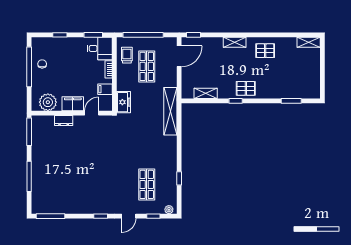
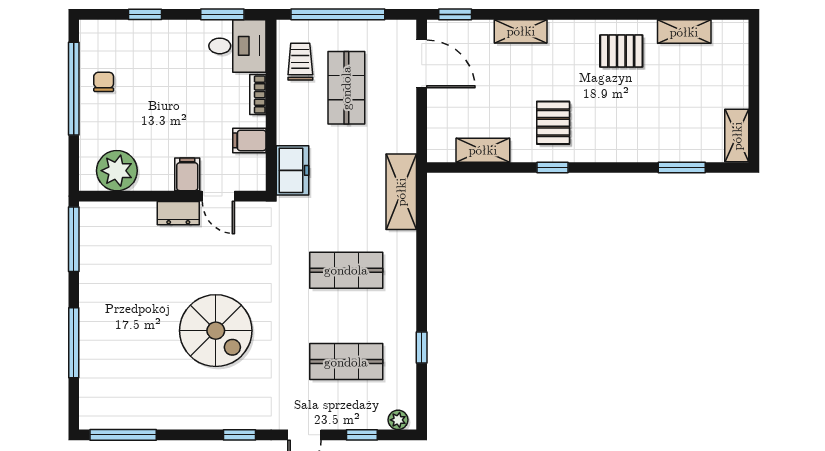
shelving: (235, 42) -> (521, 31), moved
shelving: (309, 42) -> (684, 32), moved
door: (179, 56) -> (422, 64), hinge flipped
shelving: (315, 87) -> (737, 136), added
pallet: (246, 88) -> (553, 123), moved, turned 90
filing cabinet: (73, 104) -> (187, 174), width x0.50
shelving: (170, 111) -> (401, 192), width x0.68
door: (92, 113) -> (218, 196), swing flipped
dresser: (64, 120) -> (178, 213), moved
shop shelf: (147, 145) -> (346, 270), added
spiral stairs: (90, 171) -> (216, 331), added
shop shelf: (147, 184) -> (346, 362), turned 90

